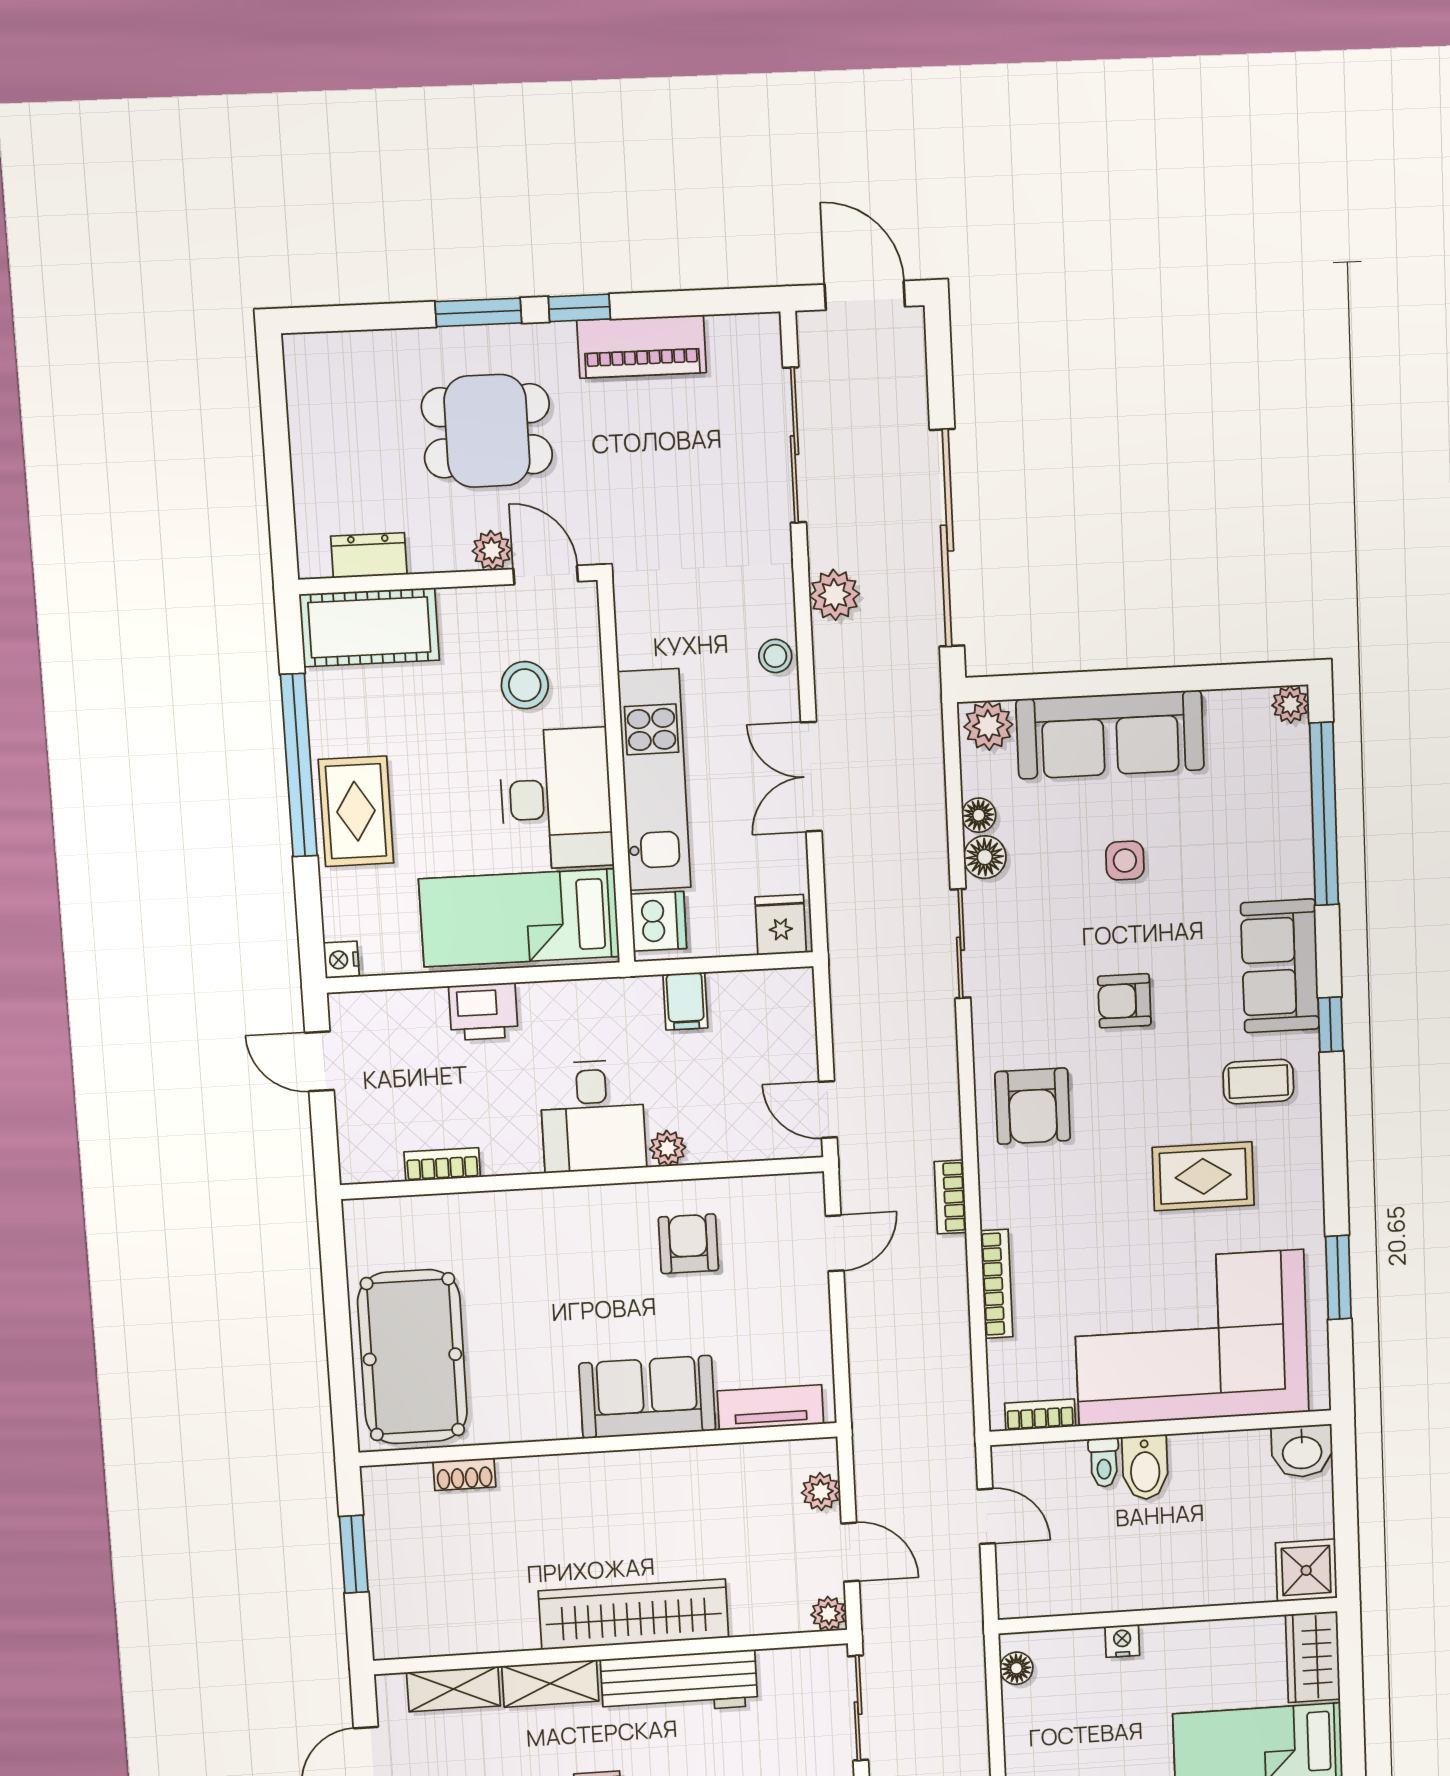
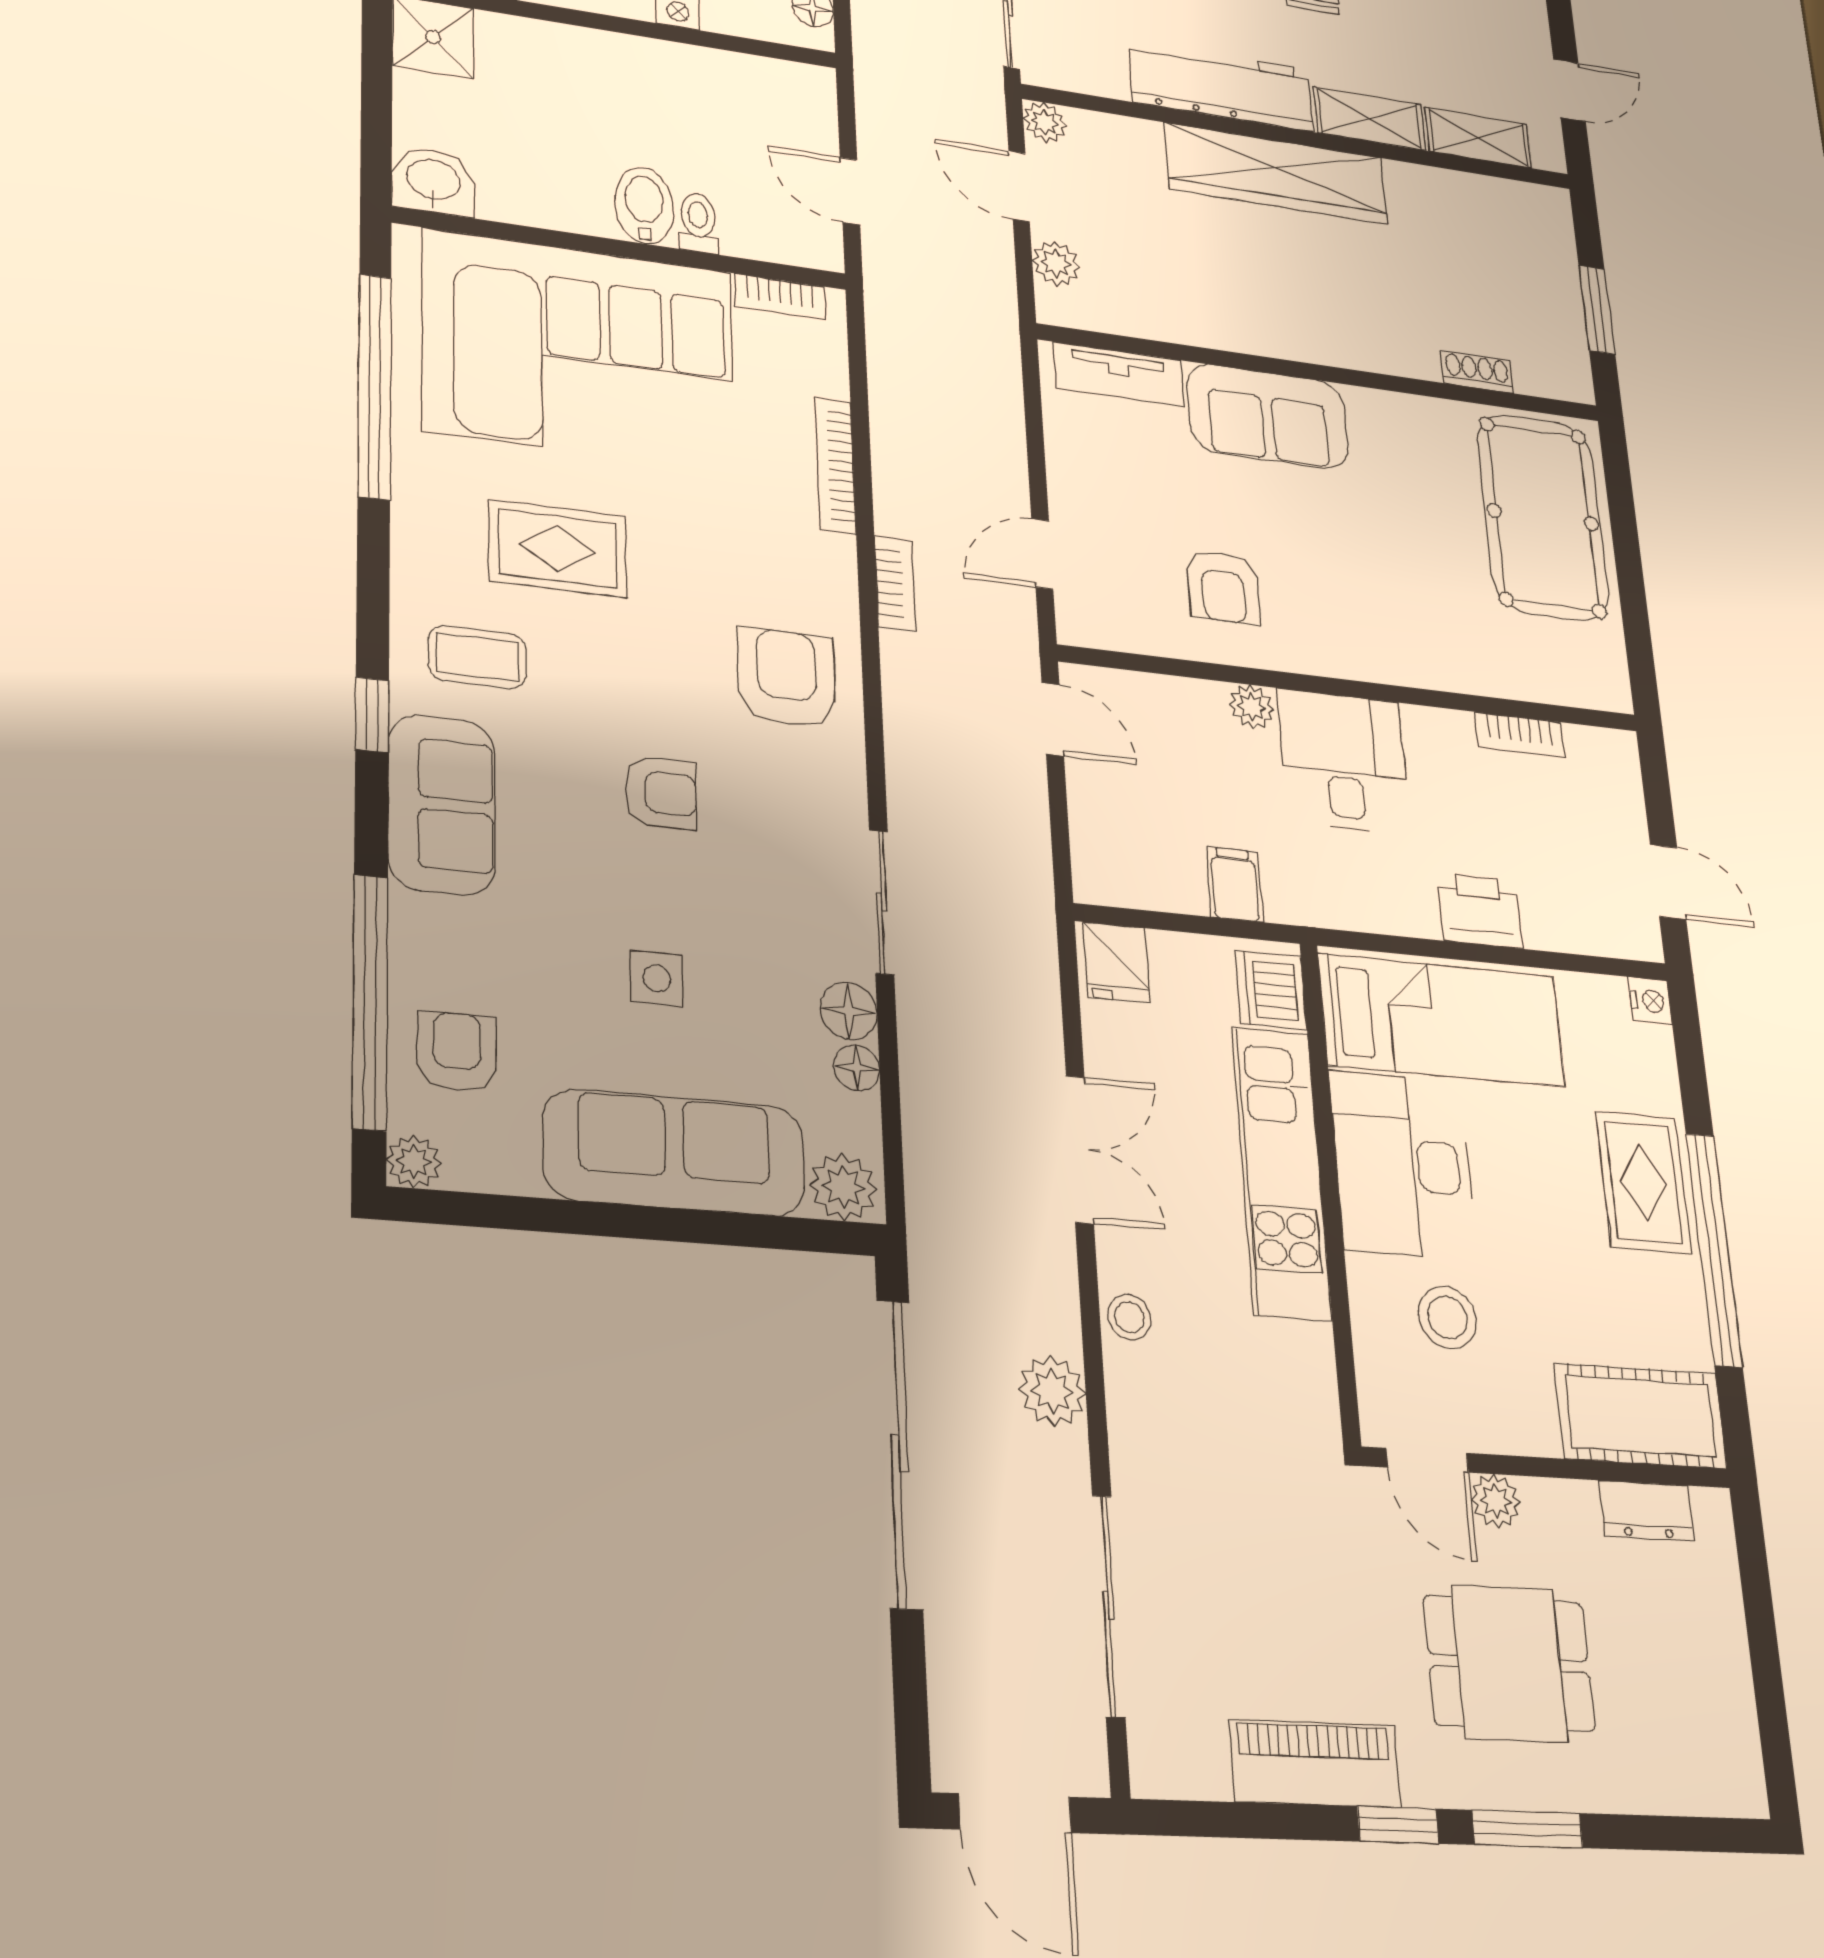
armchair: (1264, 786) -> (457, 1052), added
window: (1338, 1277) -> (375, 386), width x2.11

